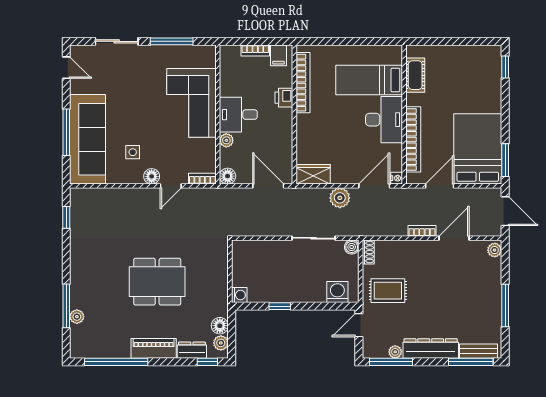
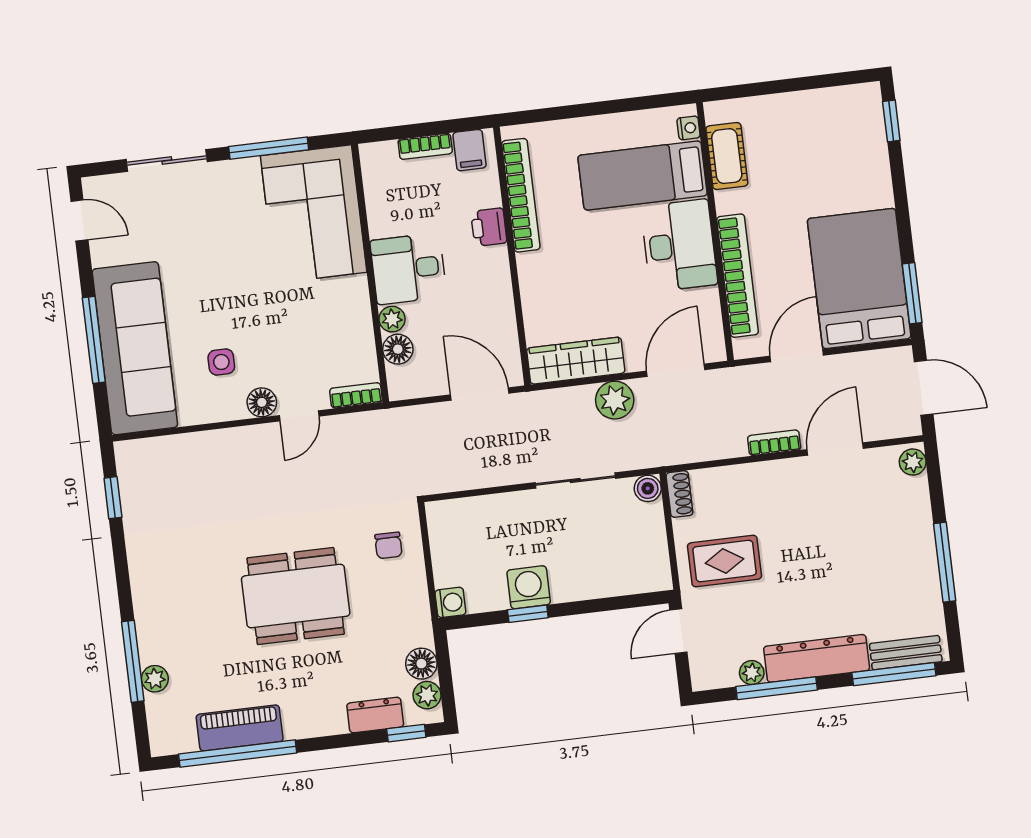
corner sofa: (191, 103) -> (314, 214), moved
wardrobe: (313, 174) -> (576, 361), width x1.50
floor lamp: (228, 176) -> (398, 349), moved
nightstand: (397, 178) -> (689, 128), moved
chair: (210, 261) -> (388, 545), added
washing machine: (337, 292) -> (529, 587), moved
piano: (154, 348) -> (240, 728), moved
window: (391, 362) -> (777, 688), moved

